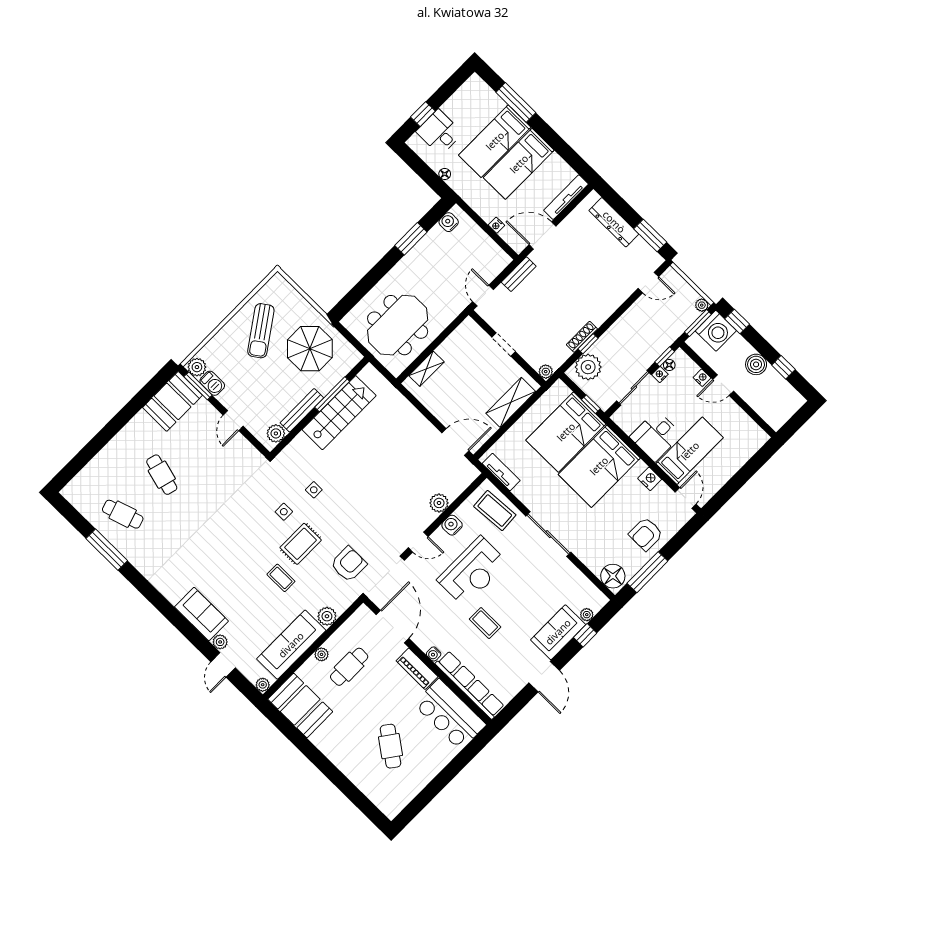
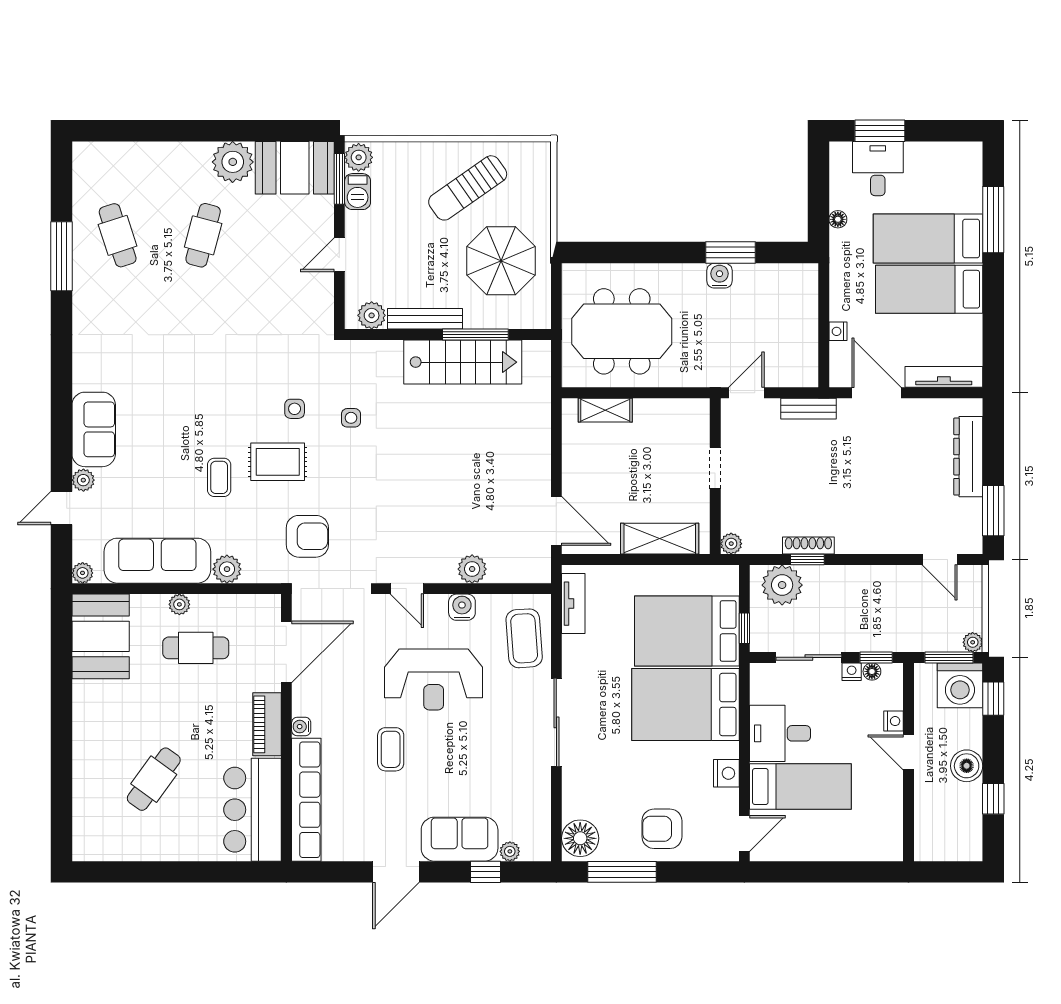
window: (423, 114) -> (880, 131), width x1.50
water cooler: (449, 222) -> (720, 276), moved
plant: (141, 427) -> (233, 162), added

